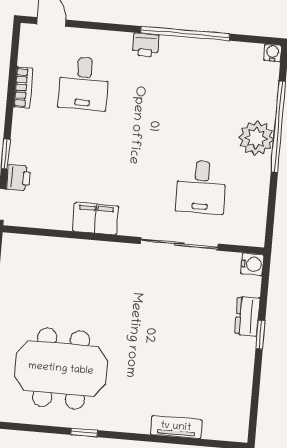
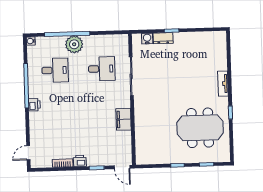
desk: (84, 83) -> (55, 70), moved
printer: (19, 178) -> (80, 161), moved
water cooler: (252, 264) -> (147, 39), moved
meeting table: (61, 369) -> (200, 128), turned 90
tv unit: (176, 427) -> (223, 84), moved

